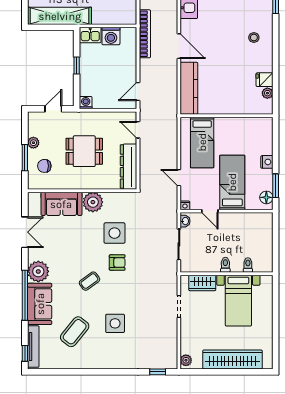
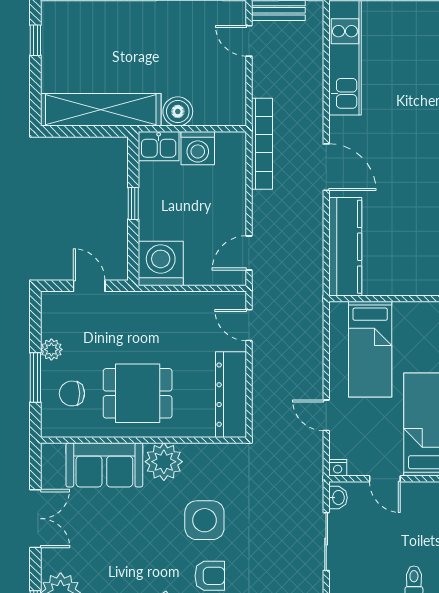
boiler: (100, 17) -> (178, 111), added
washing machine: (86, 103) -> (161, 263), width x1.89, depth x1.89
door: (53, 109) -> (89, 286), hinge flipped
dining table: (84, 151) -> (138, 393), moved

